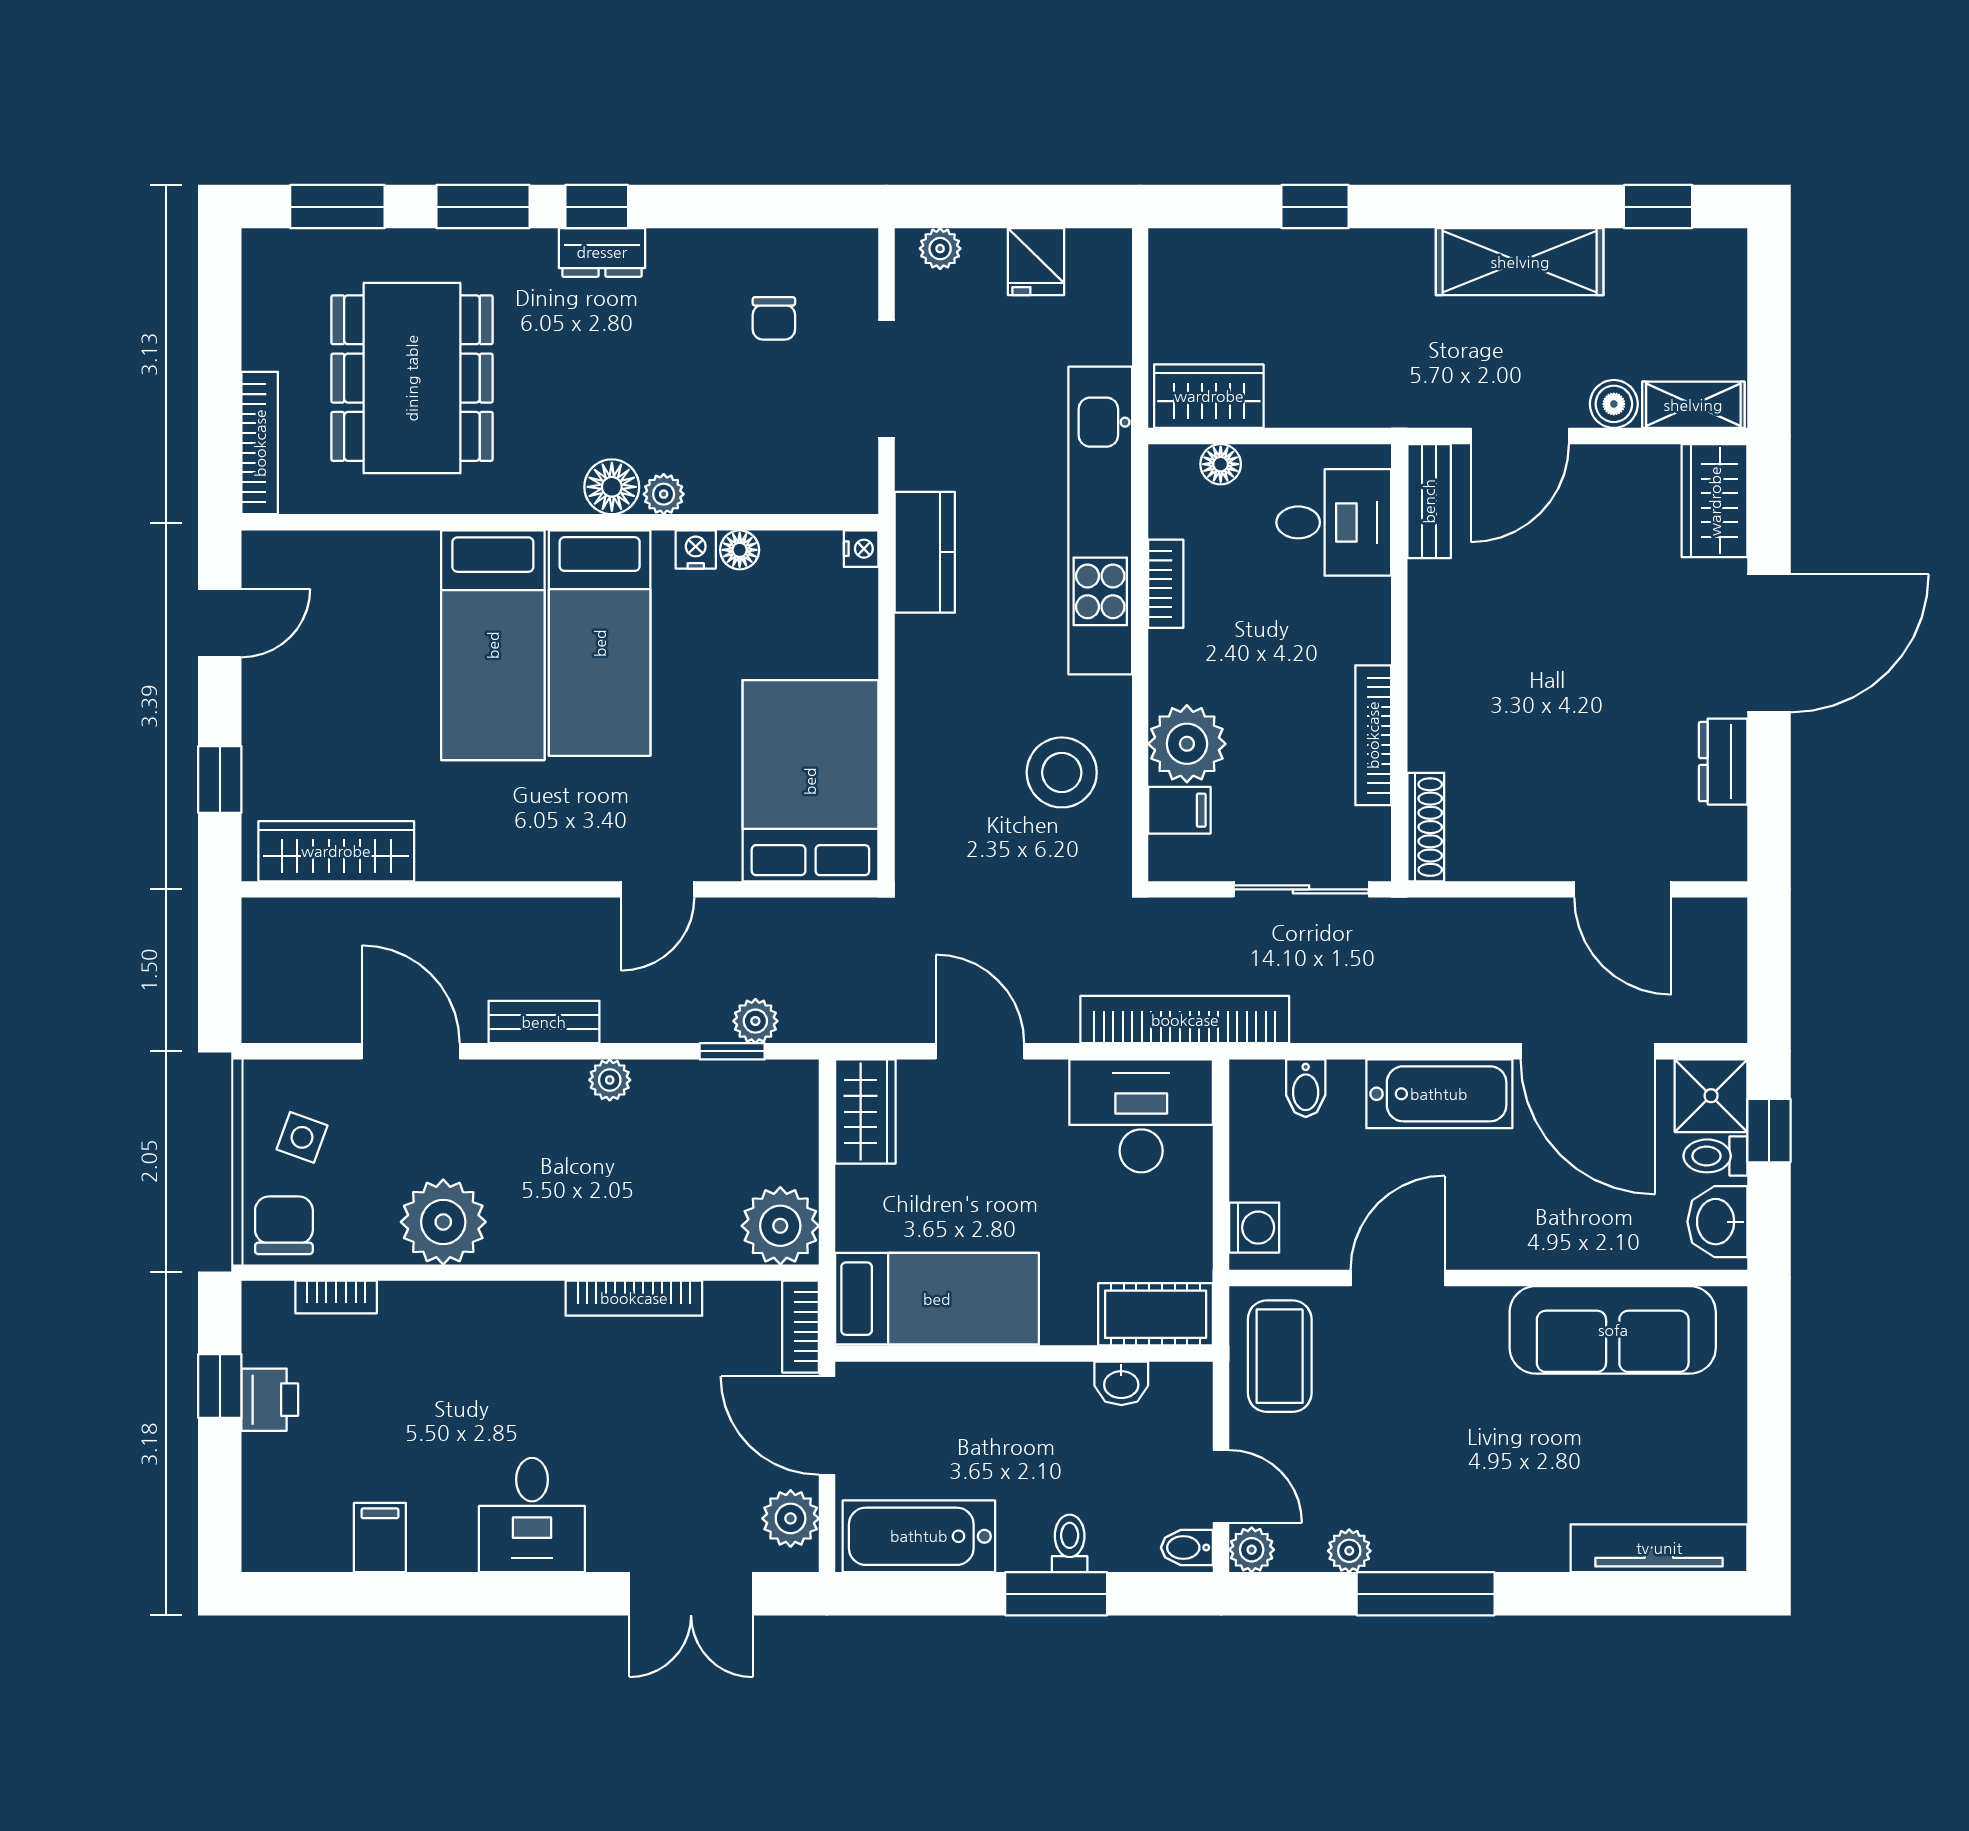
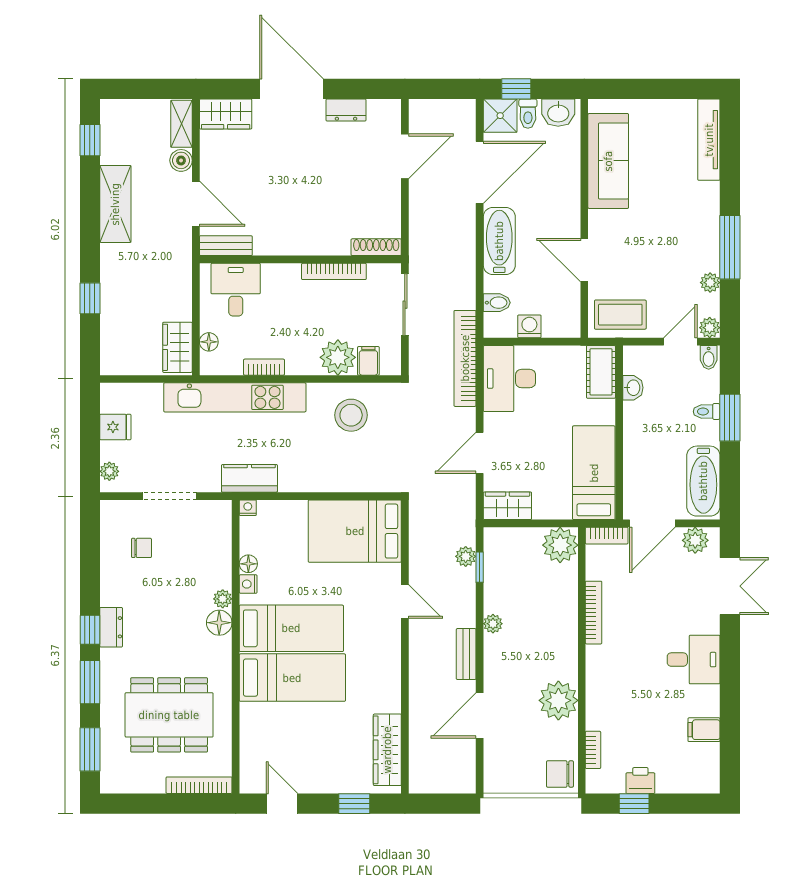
side table: (302, 1137) -> (519, 766), removed
washing machine: (1254, 1228) -> (529, 326), moved

